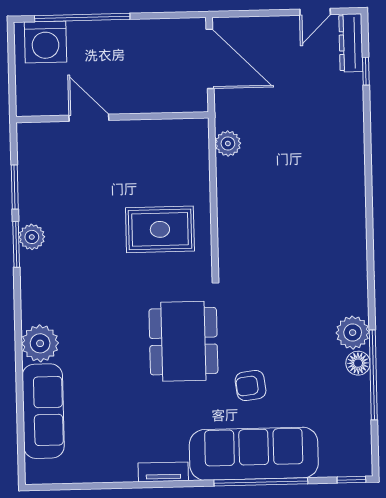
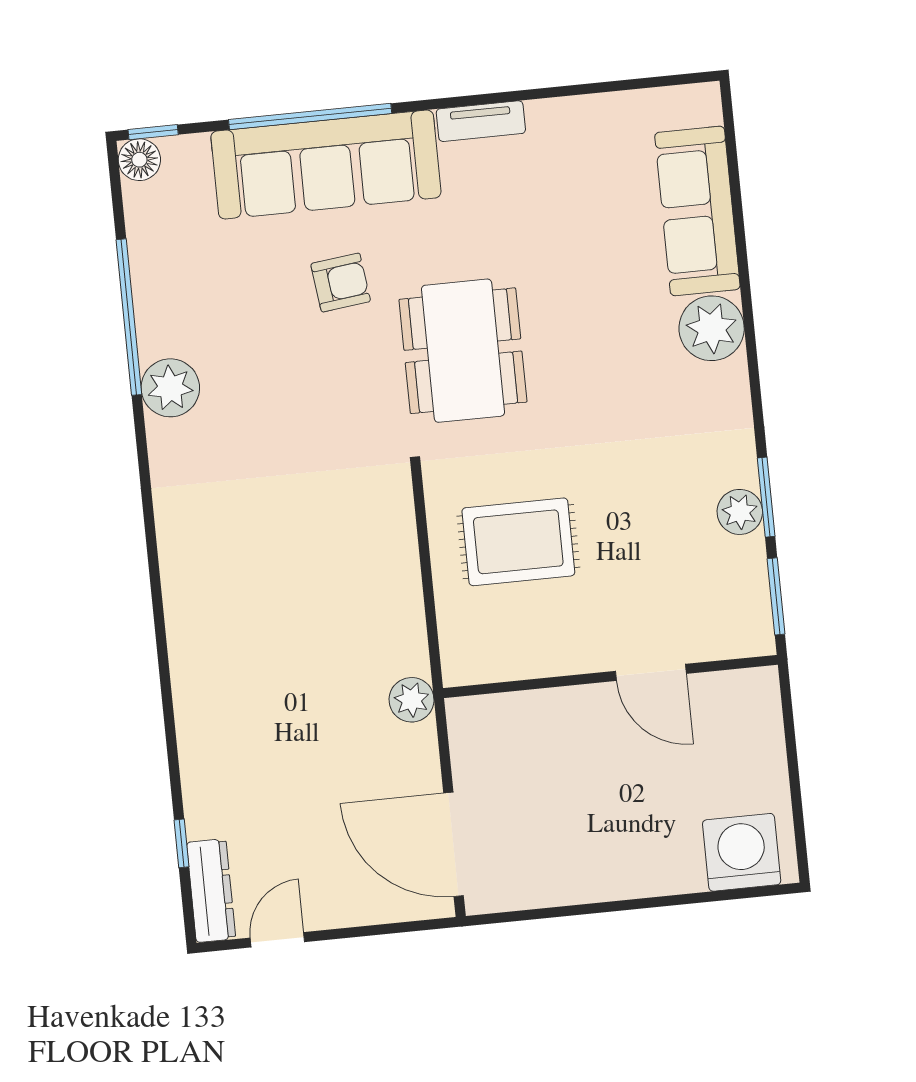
window: (82, 17) -> (681, 900), removed
wall: (112, 117) -> (610, 676), moved
door: (89, 118) -> (651, 672), moved
floor lamp: (358, 363) -> (139, 160), moved

